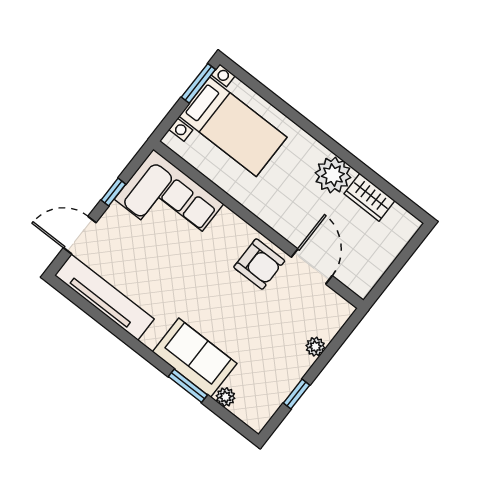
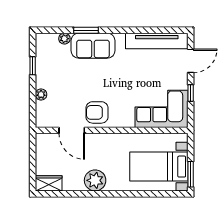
wardrobe: (369, 197) -> (49, 183), moved

